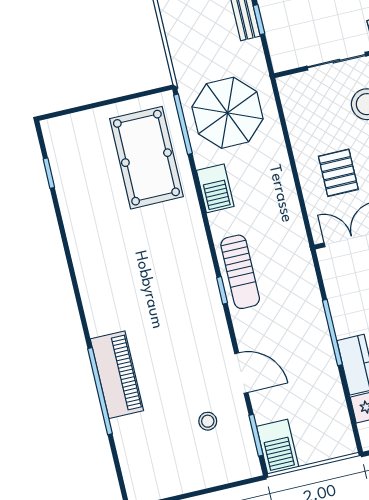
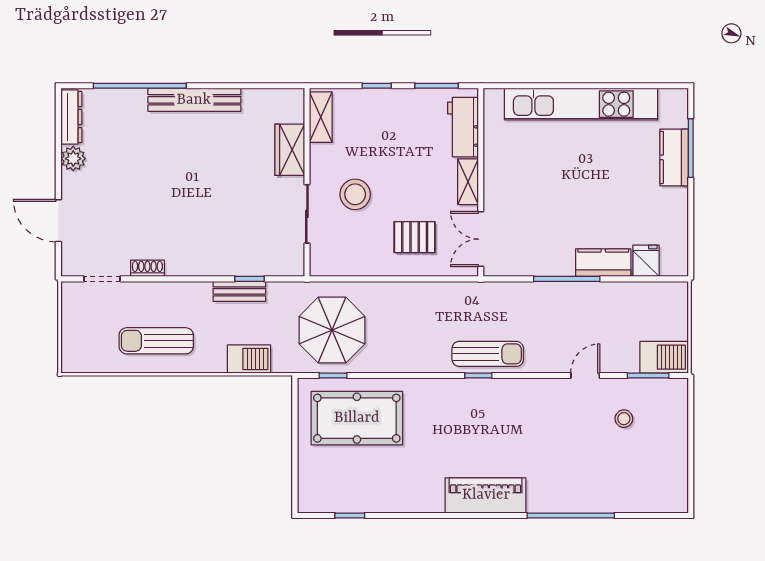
window: (183, 124) -> (333, 375), width x0.46
barbecue: (215, 188) -> (249, 359), moved
window: (222, 290) -> (478, 375), moved
door: (241, 373) -> (585, 375), width x0.73
piano: (117, 375) -> (486, 495), moved

